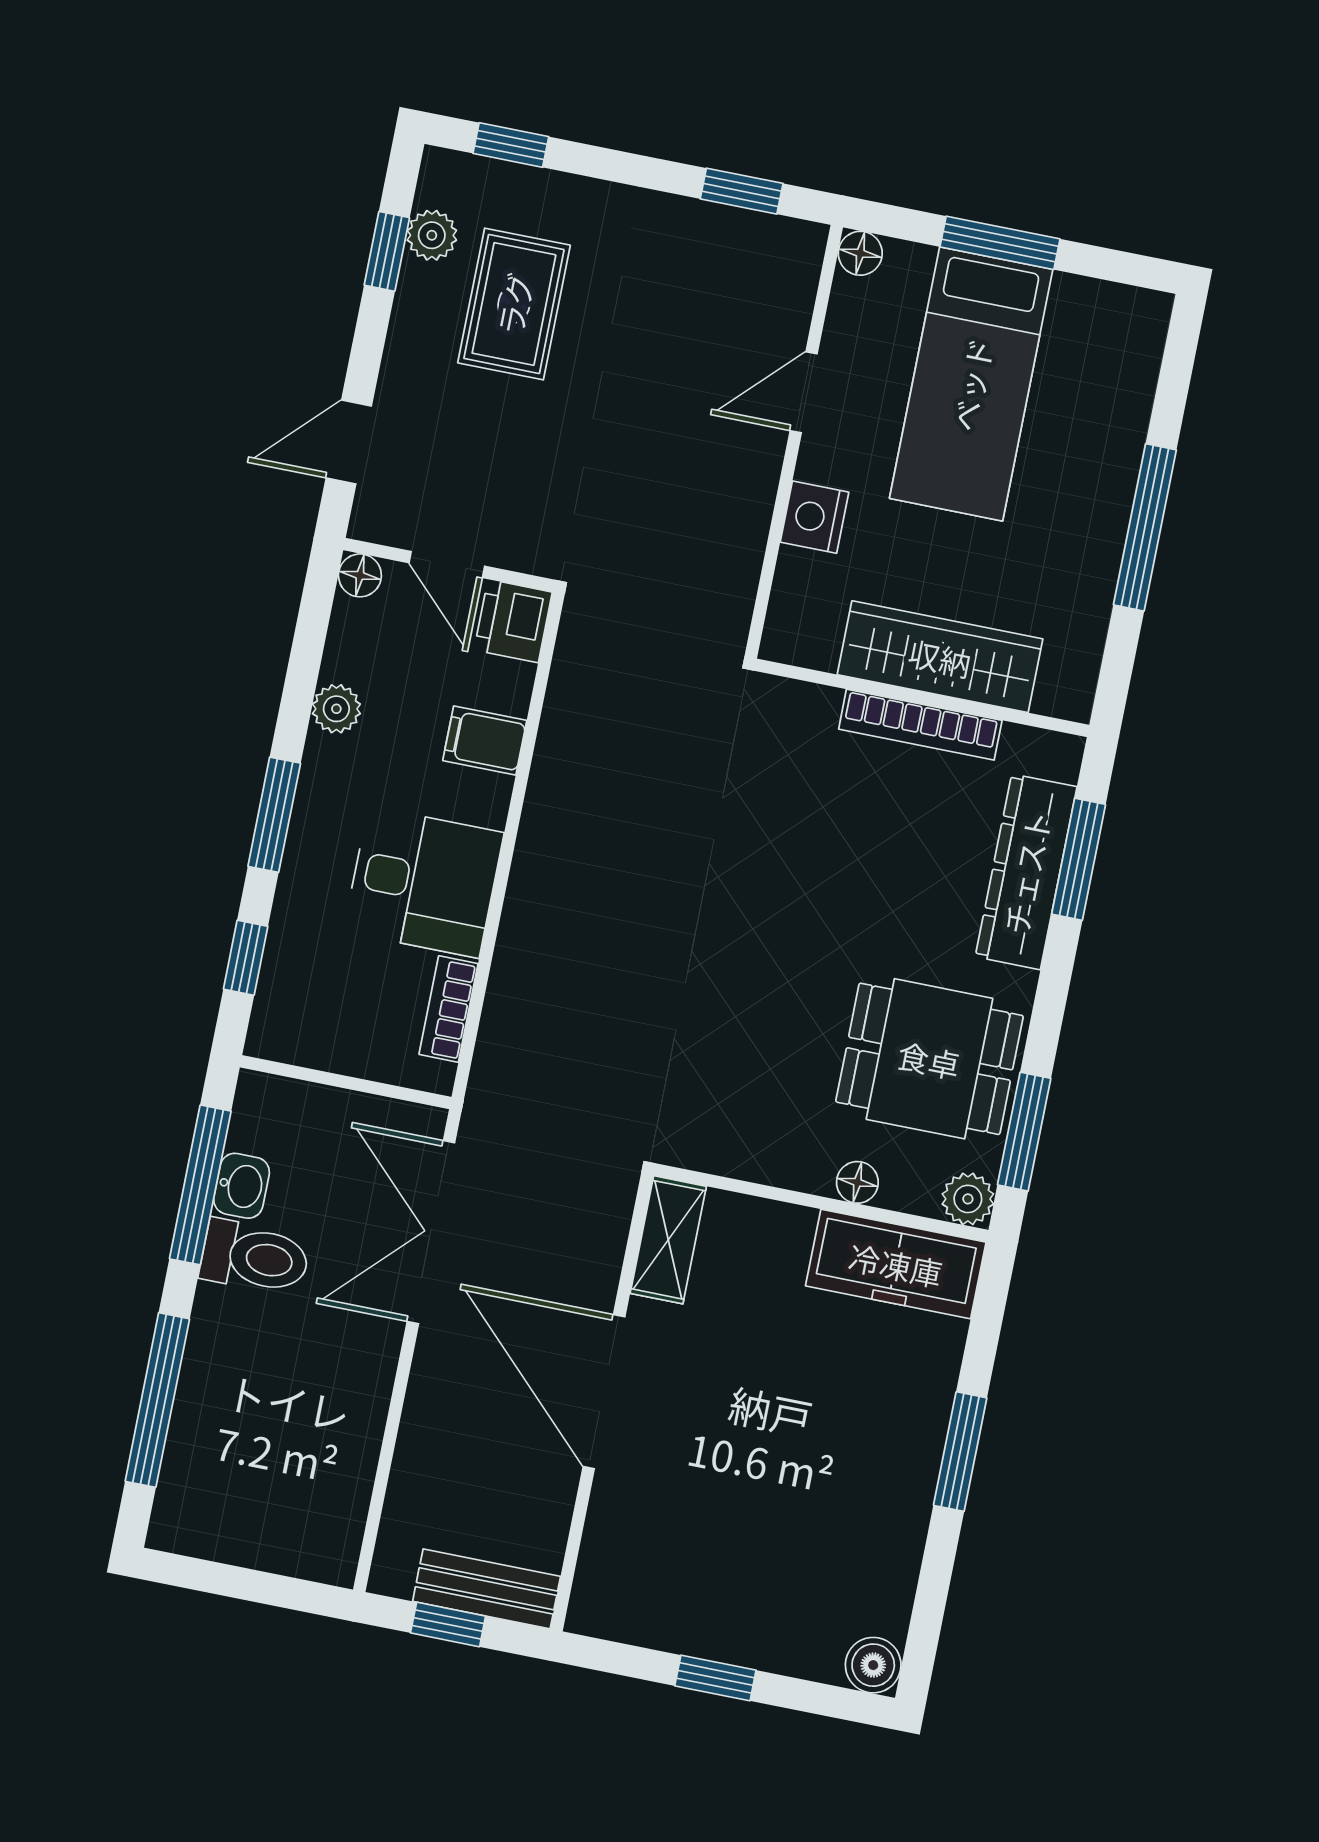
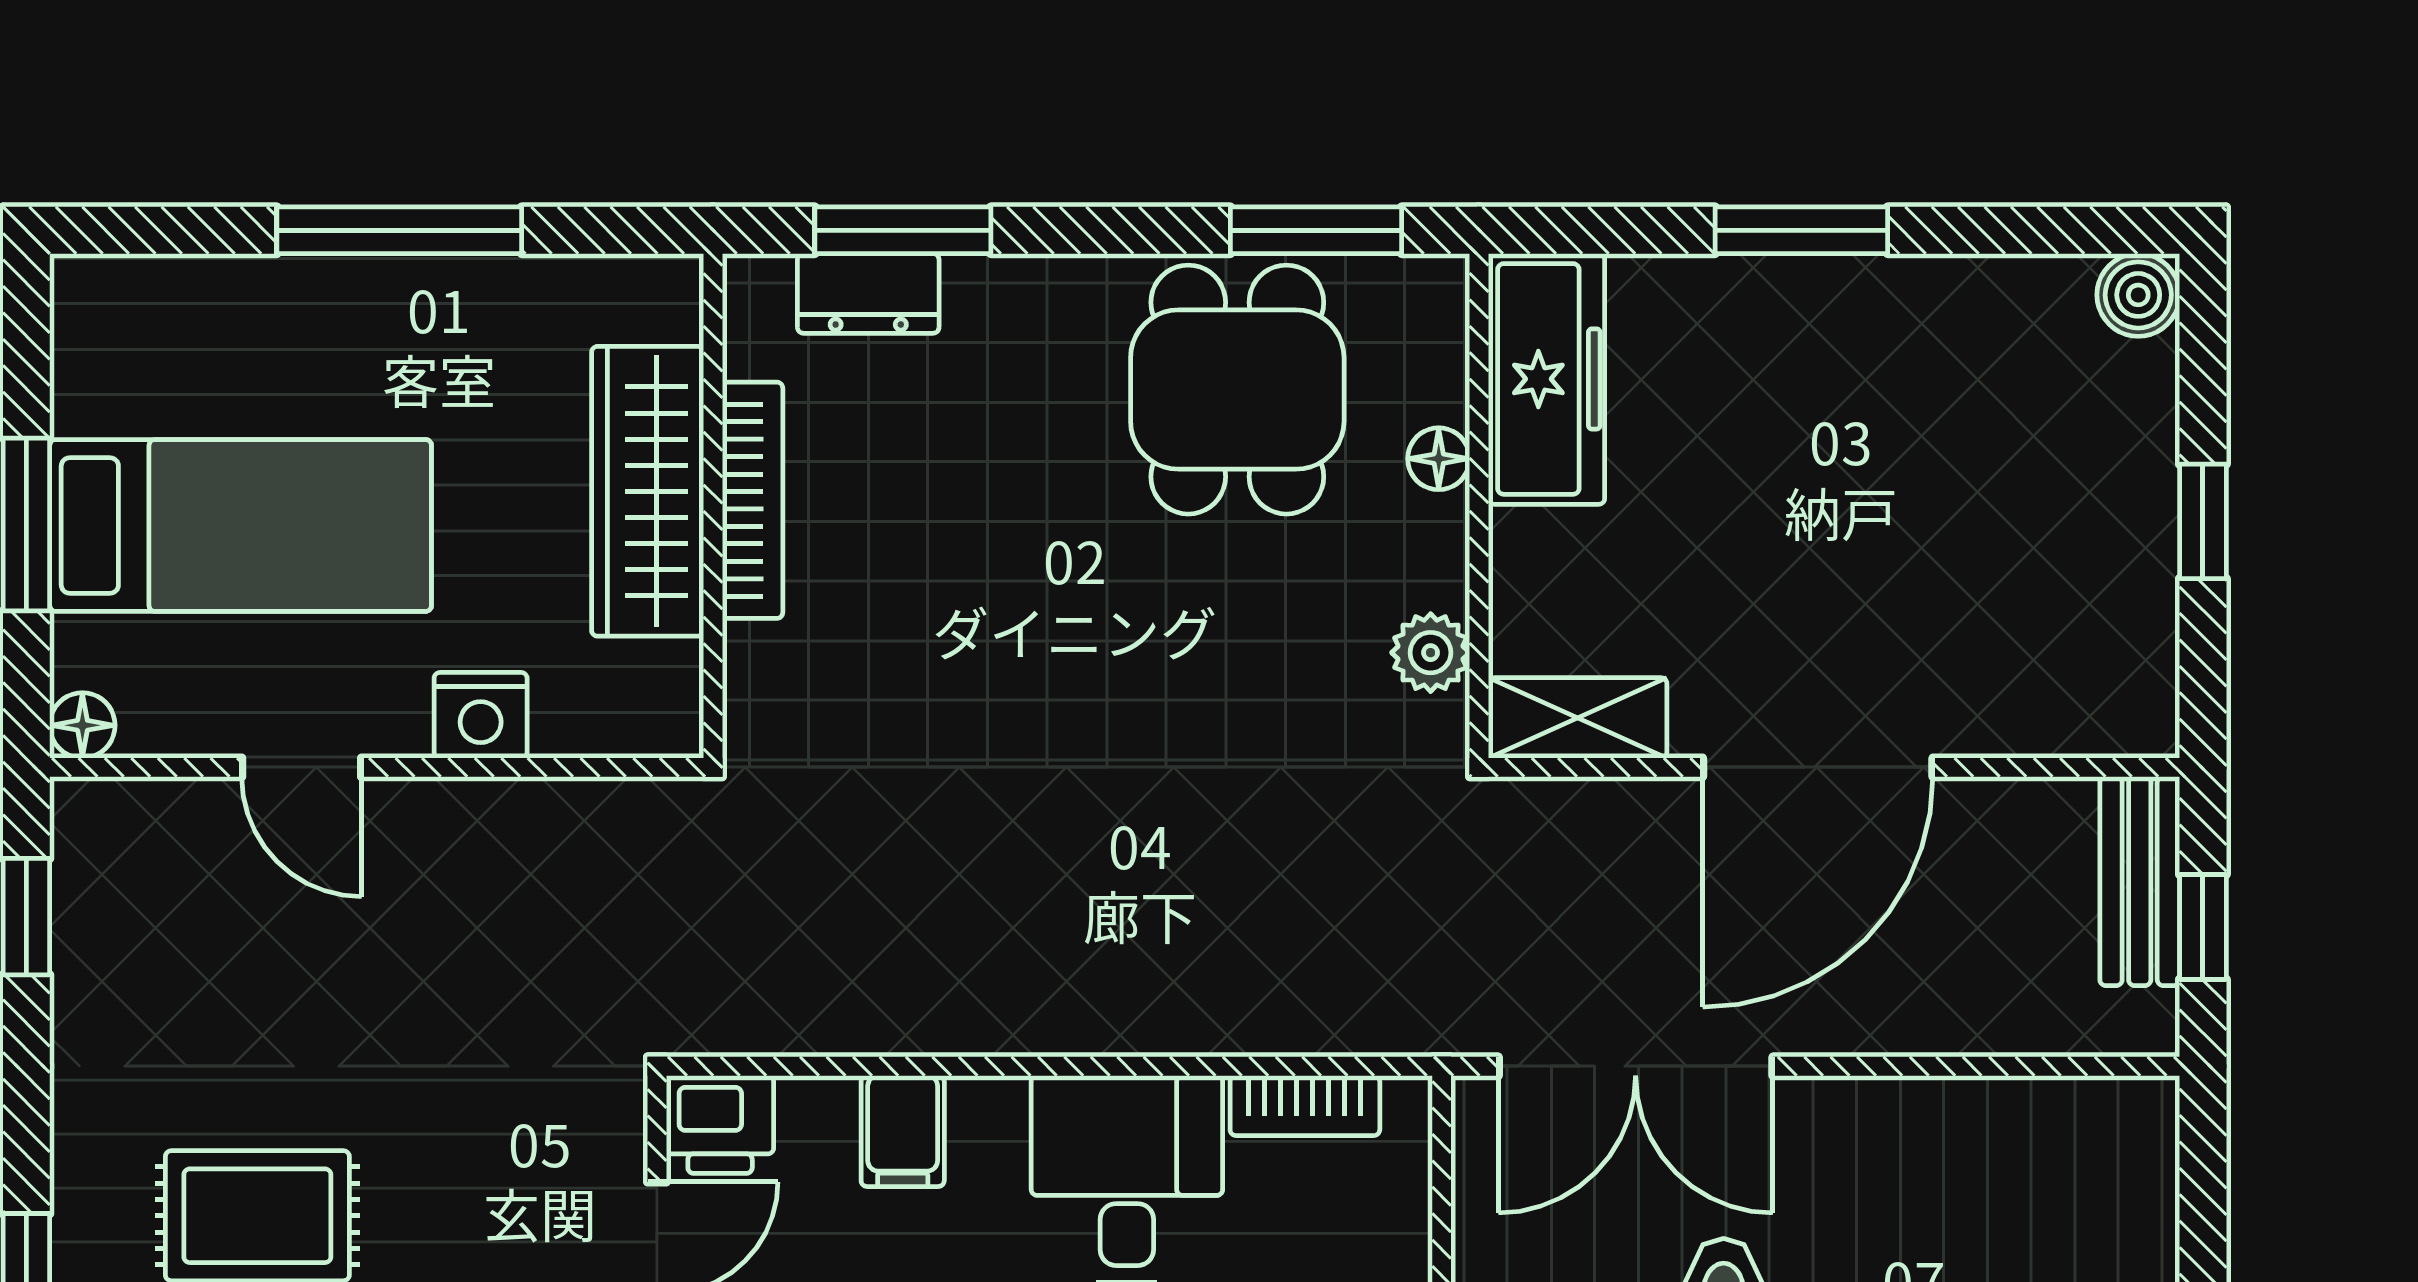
dresser: (1026, 872) -> (868, 293), width x0.51, depth x0.80
plant: (968, 1199) -> (1431, 653), moved

